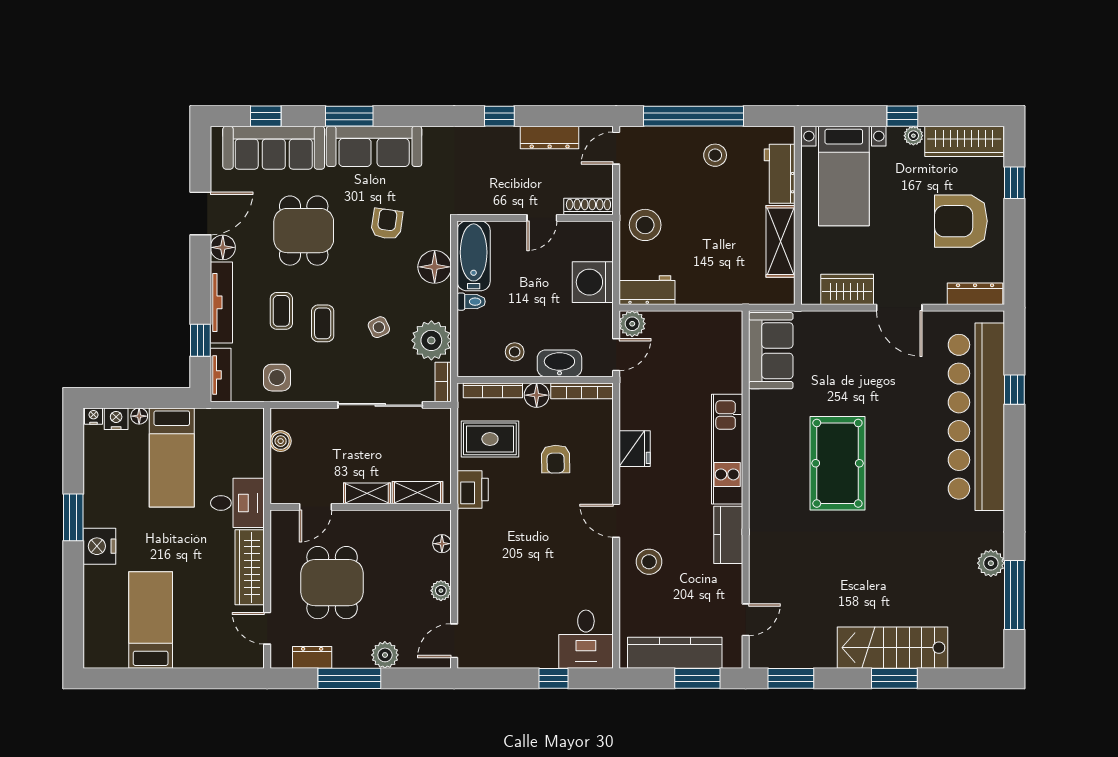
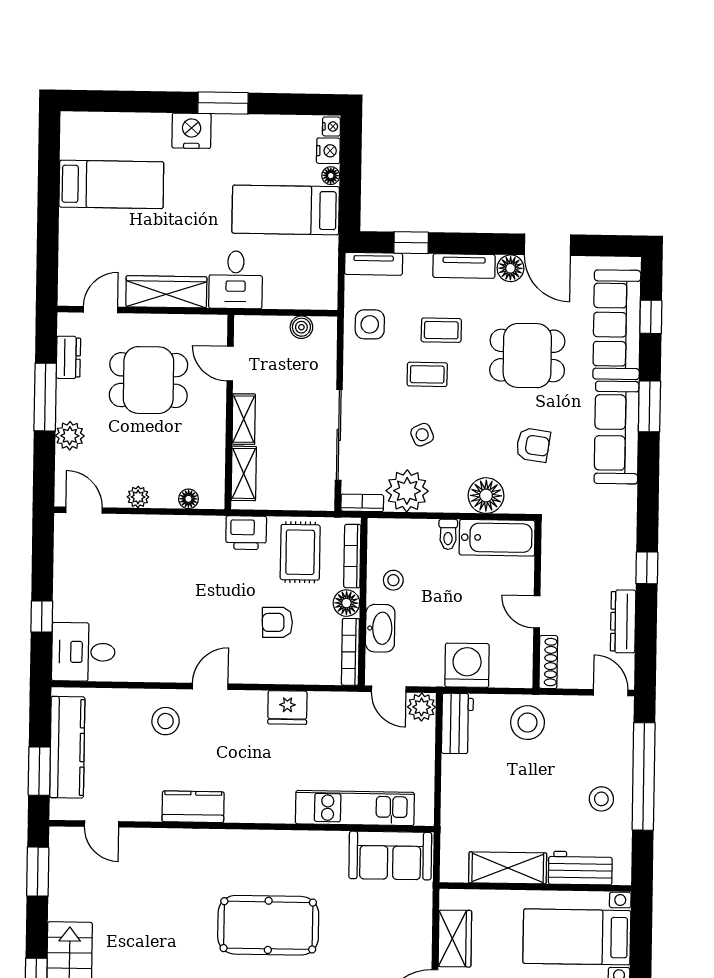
tv unit: (221, 302) -> (464, 266), width x0.71
kitchen unit: (727, 449) -> (355, 808), moved

